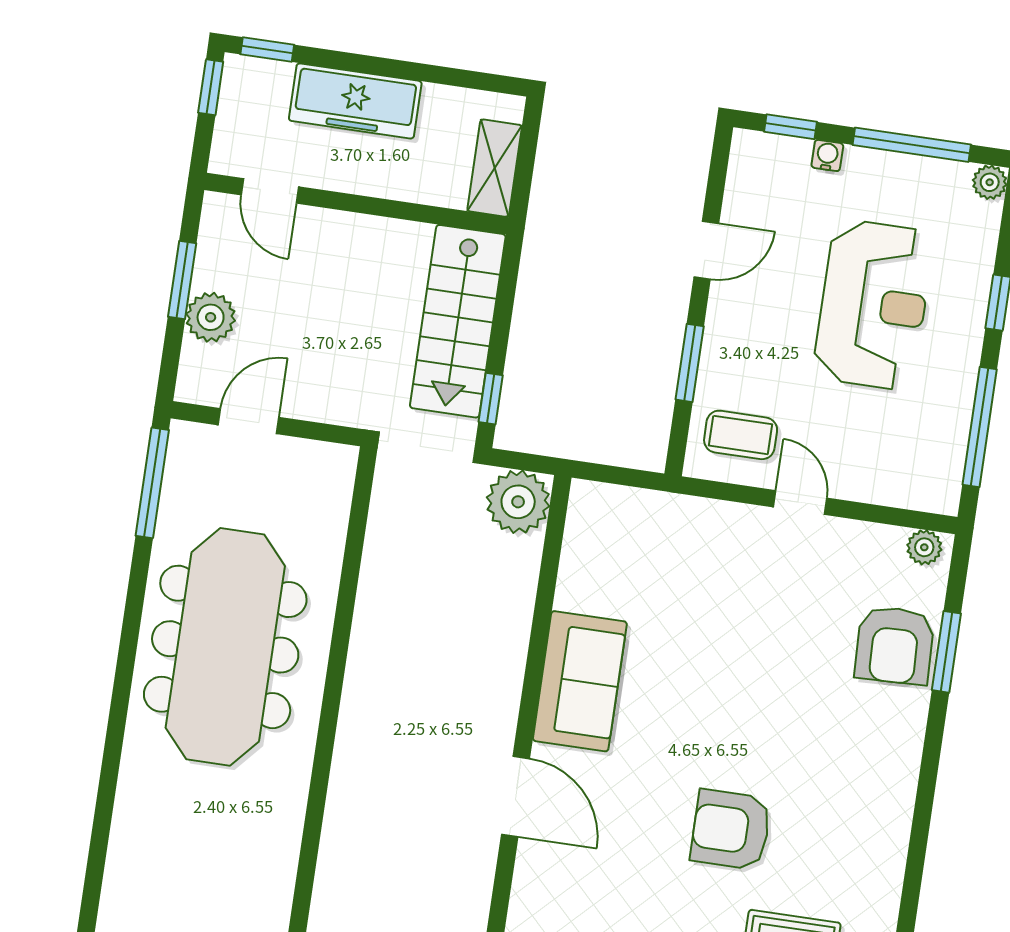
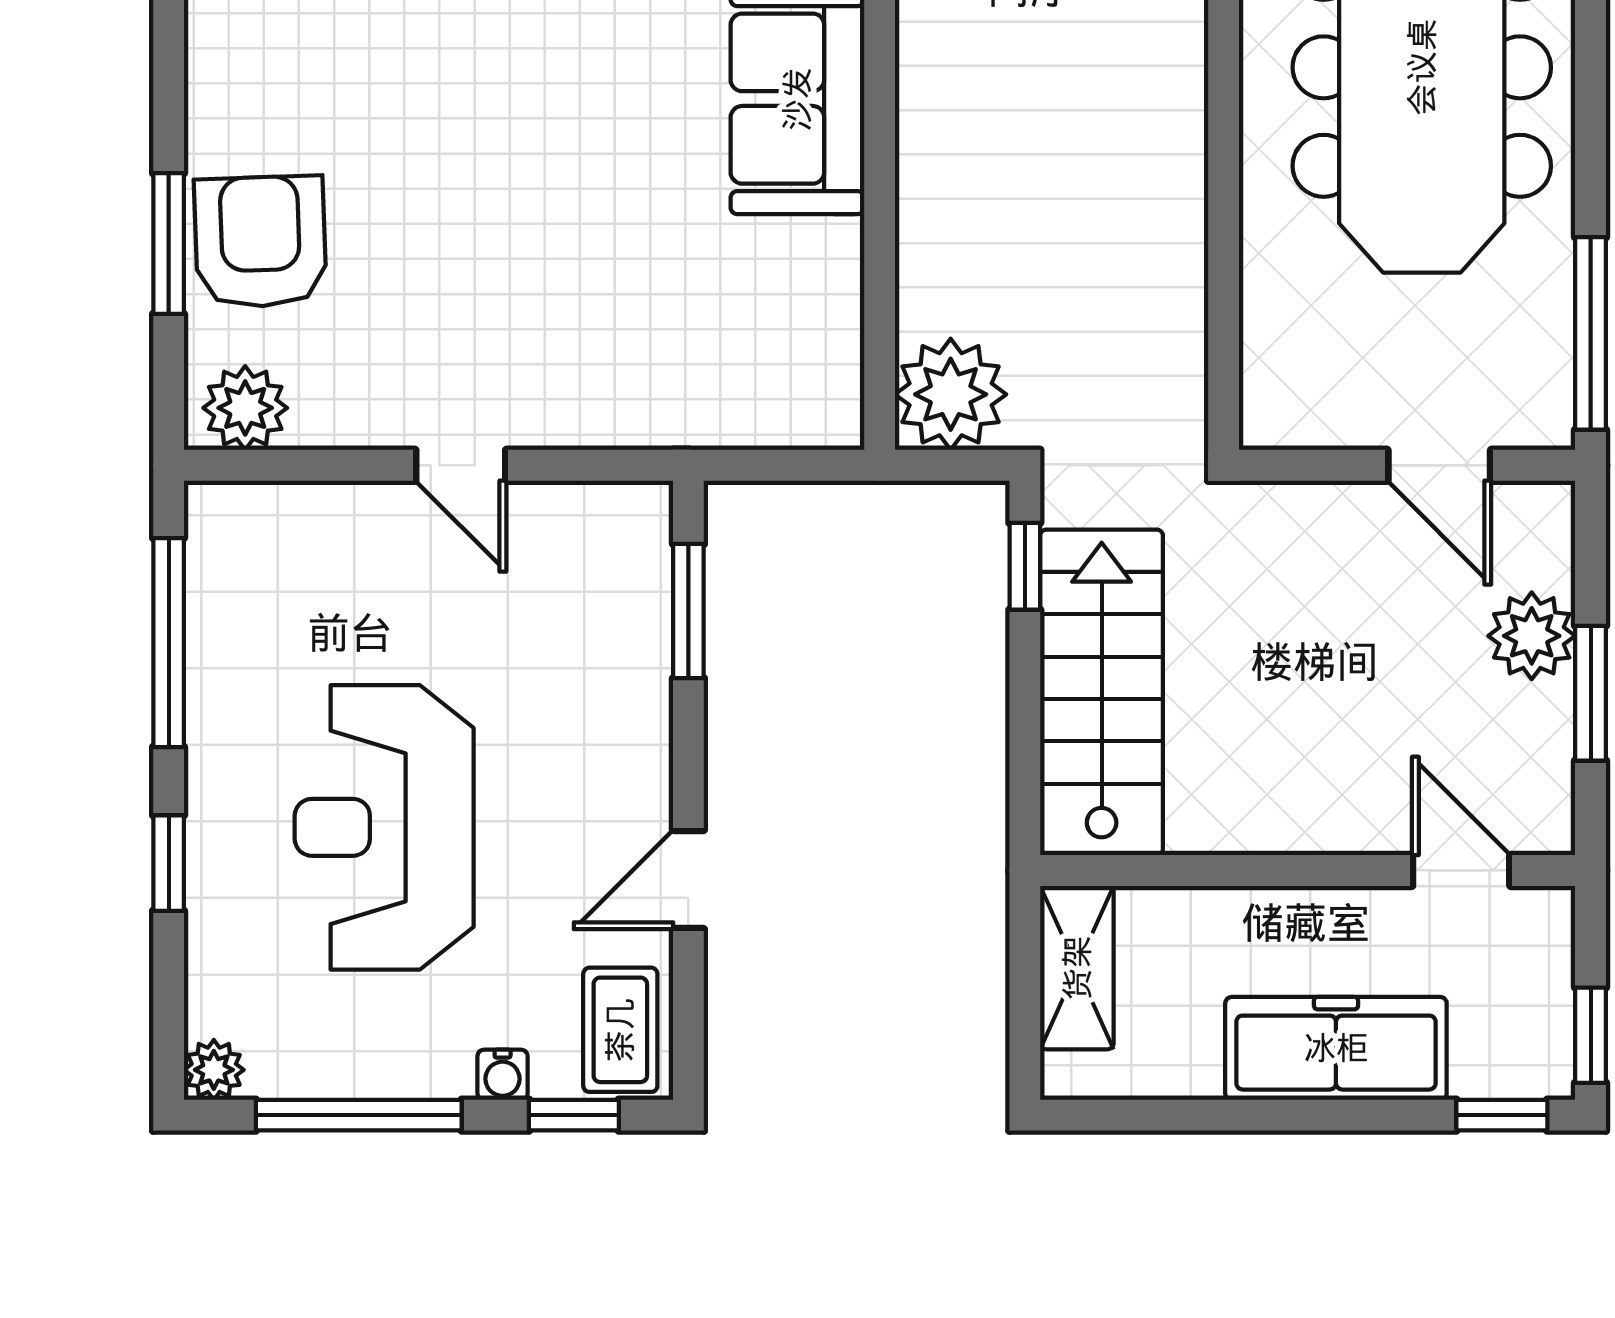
window: (690, 363) -> (688, 611), moved
door: (249, 421) -> (1439, 465), hinge flipped
coffee table: (741, 435) -> (620, 1030), moved, turned 90
plant: (924, 547) -> (245, 408), width x1.38, depth x1.38

